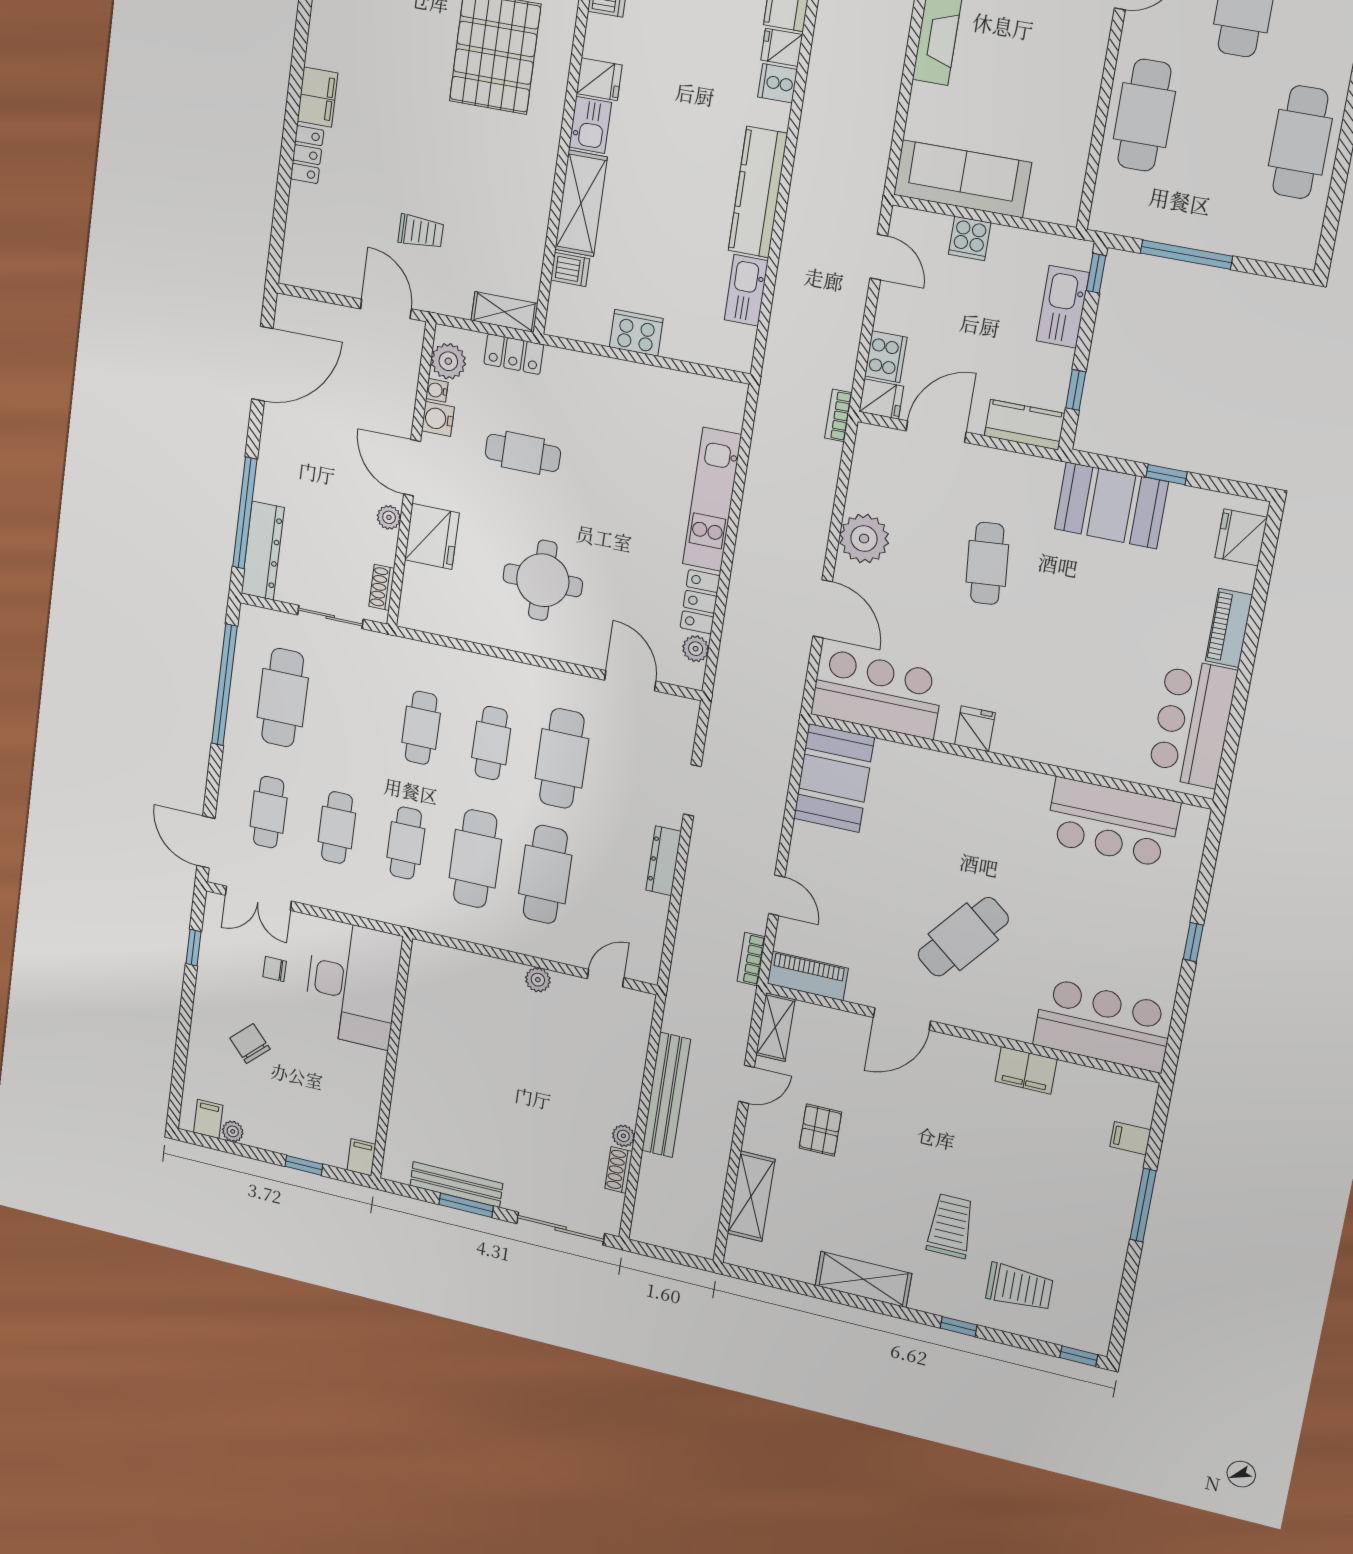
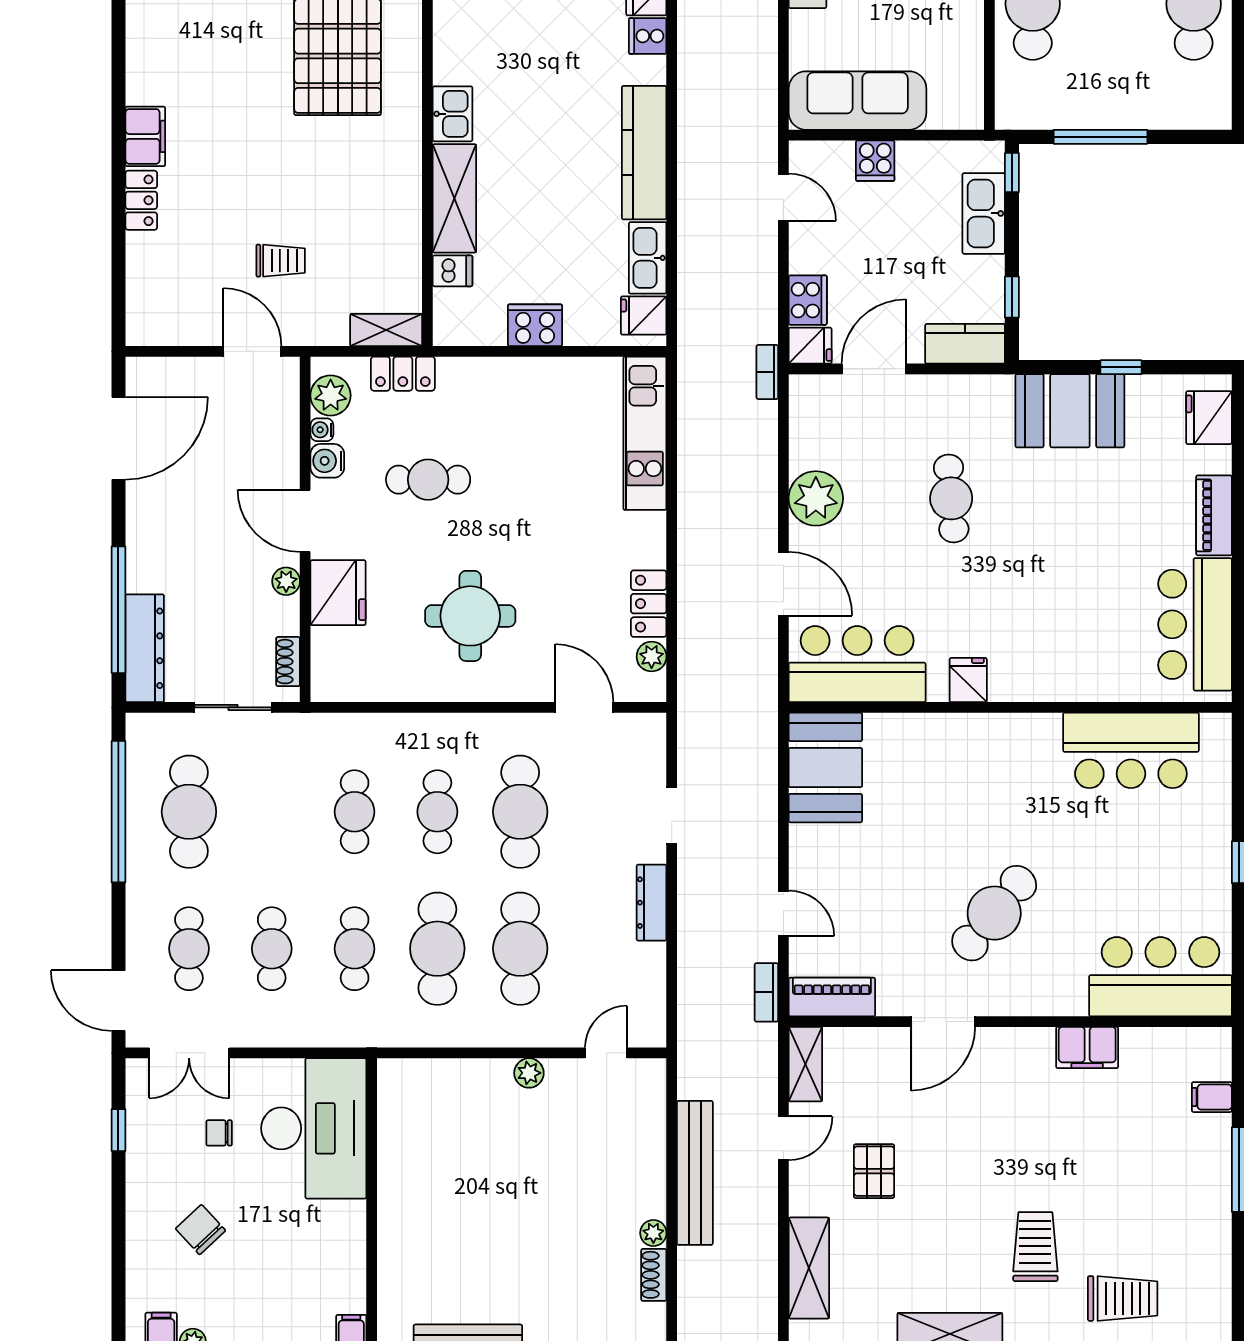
fridge: (599, 79) -> (644, 315), moved, turned 180
kitchen unit: (712, 499) -> (645, 433), moved

